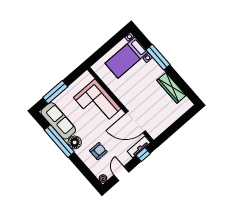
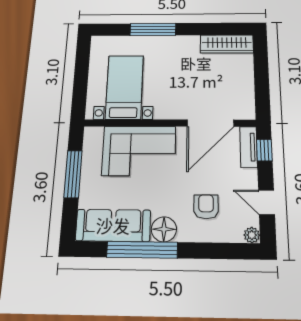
bed with nightstands: (127, 58) -> (124, 87), moved, turned 180
wardrobe: (171, 88) -> (227, 44), moved
window: (55, 92) -> (73, 174), moved

